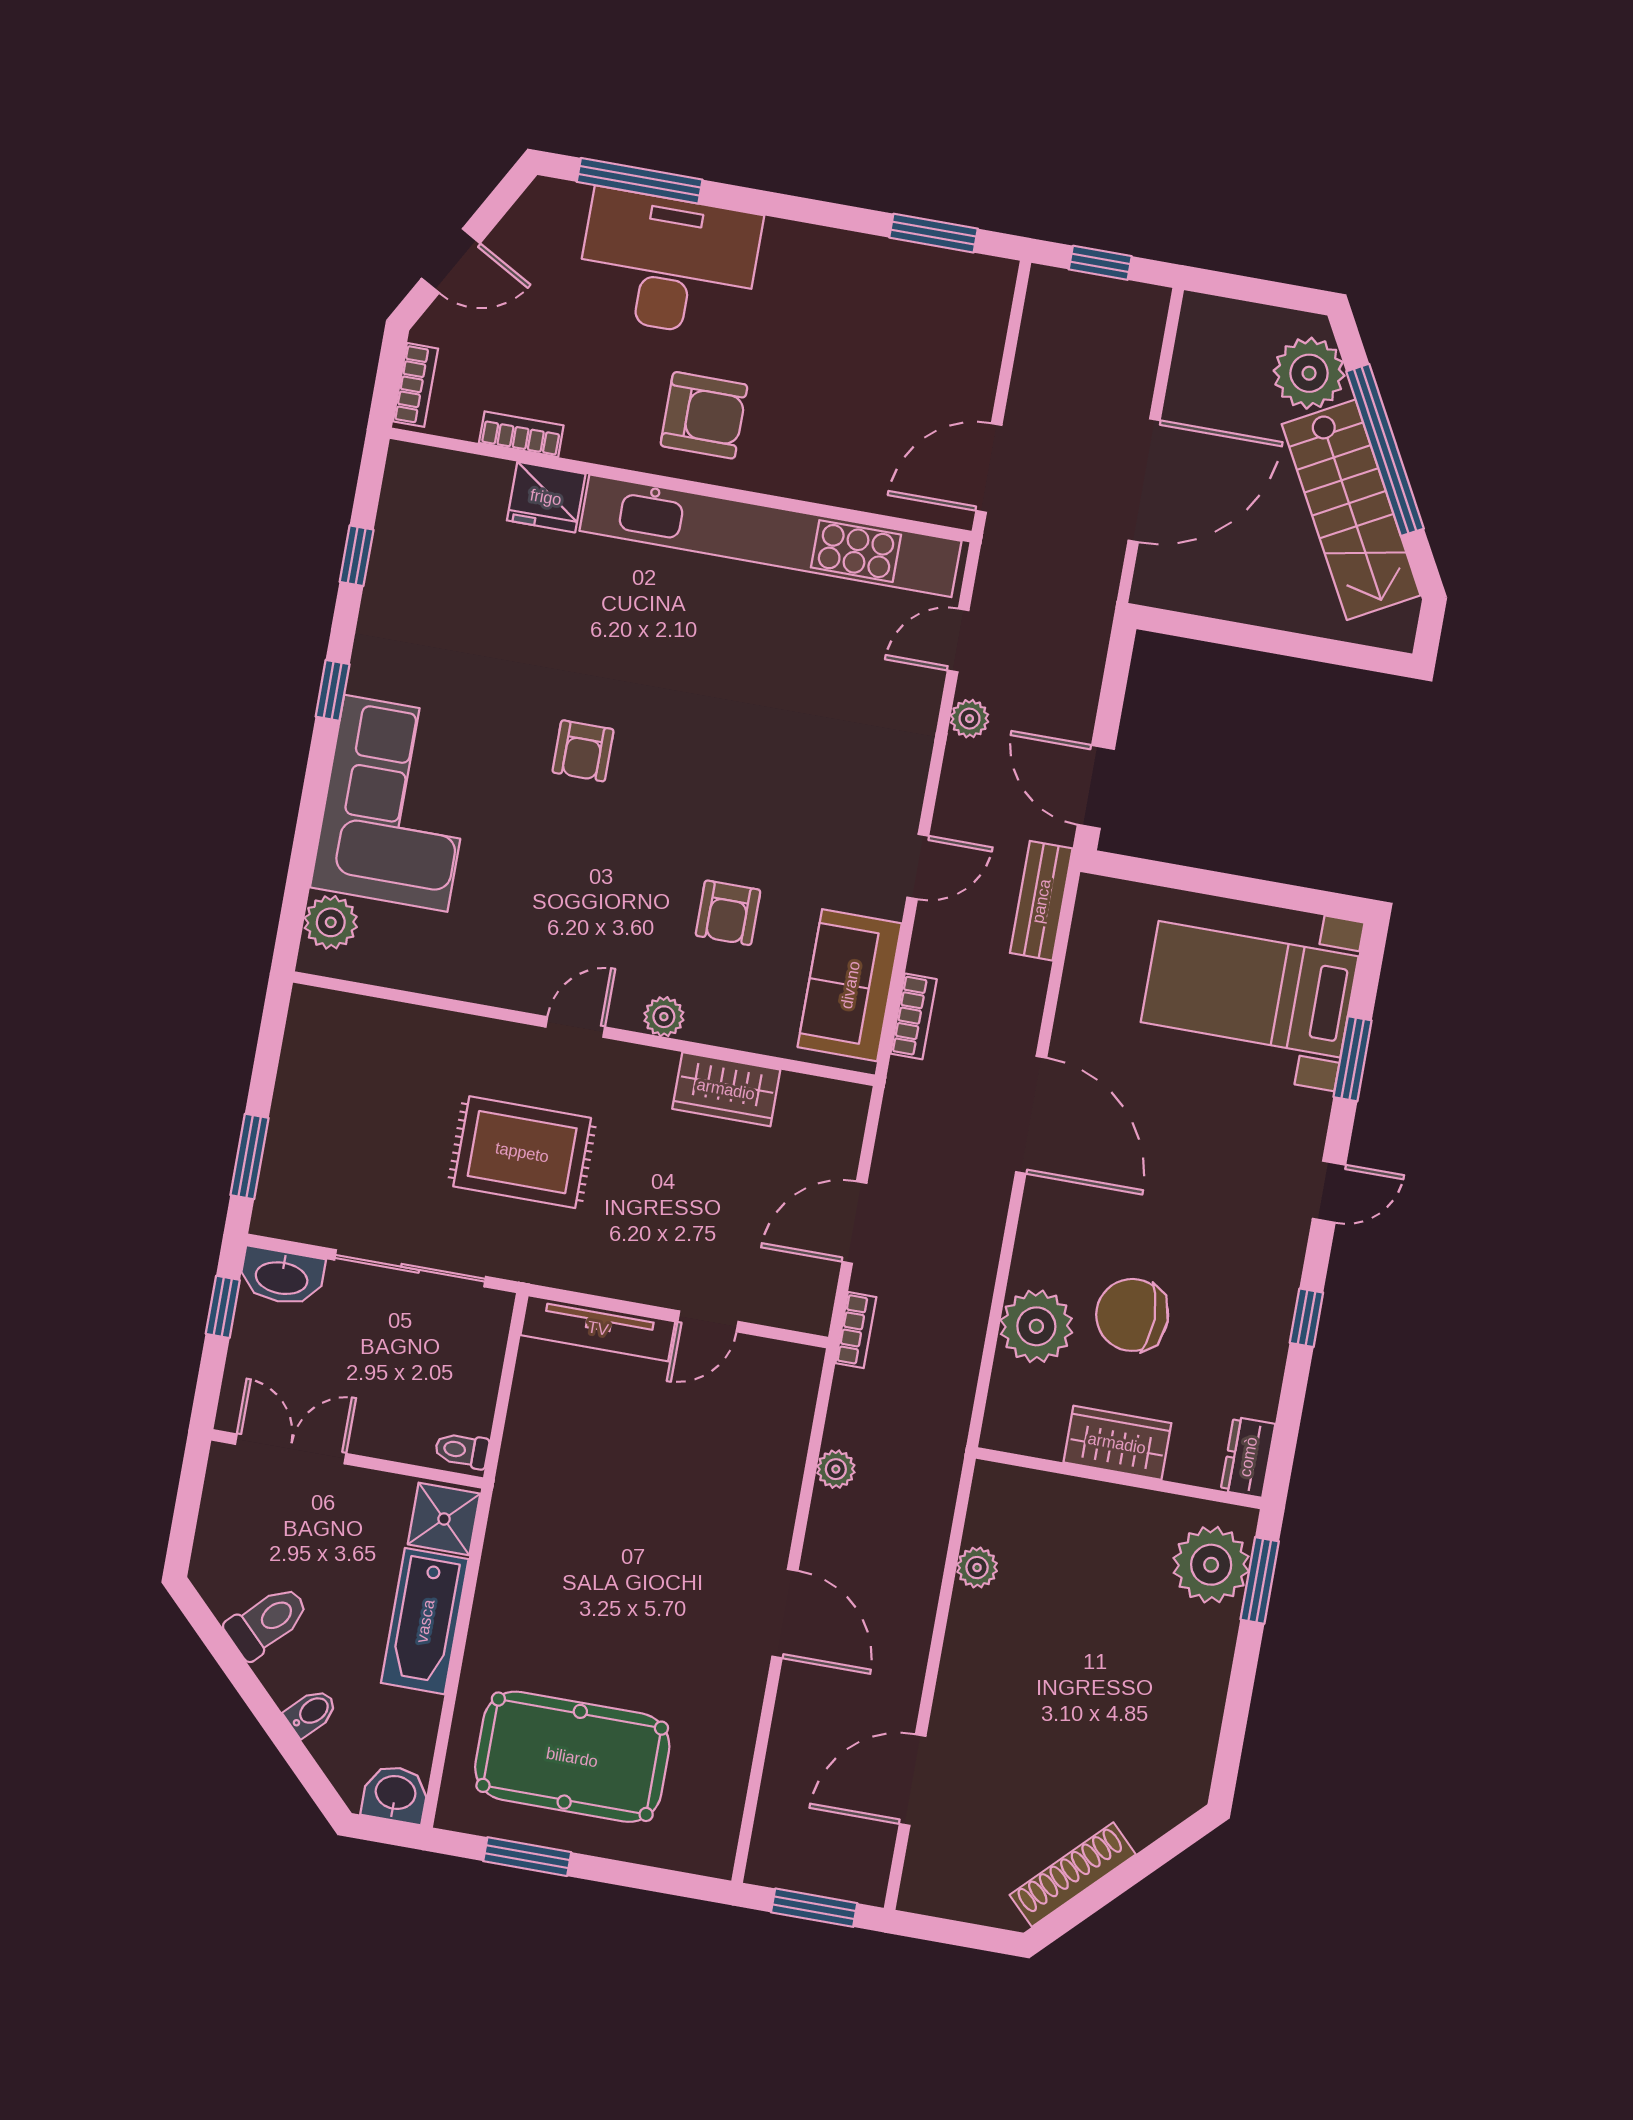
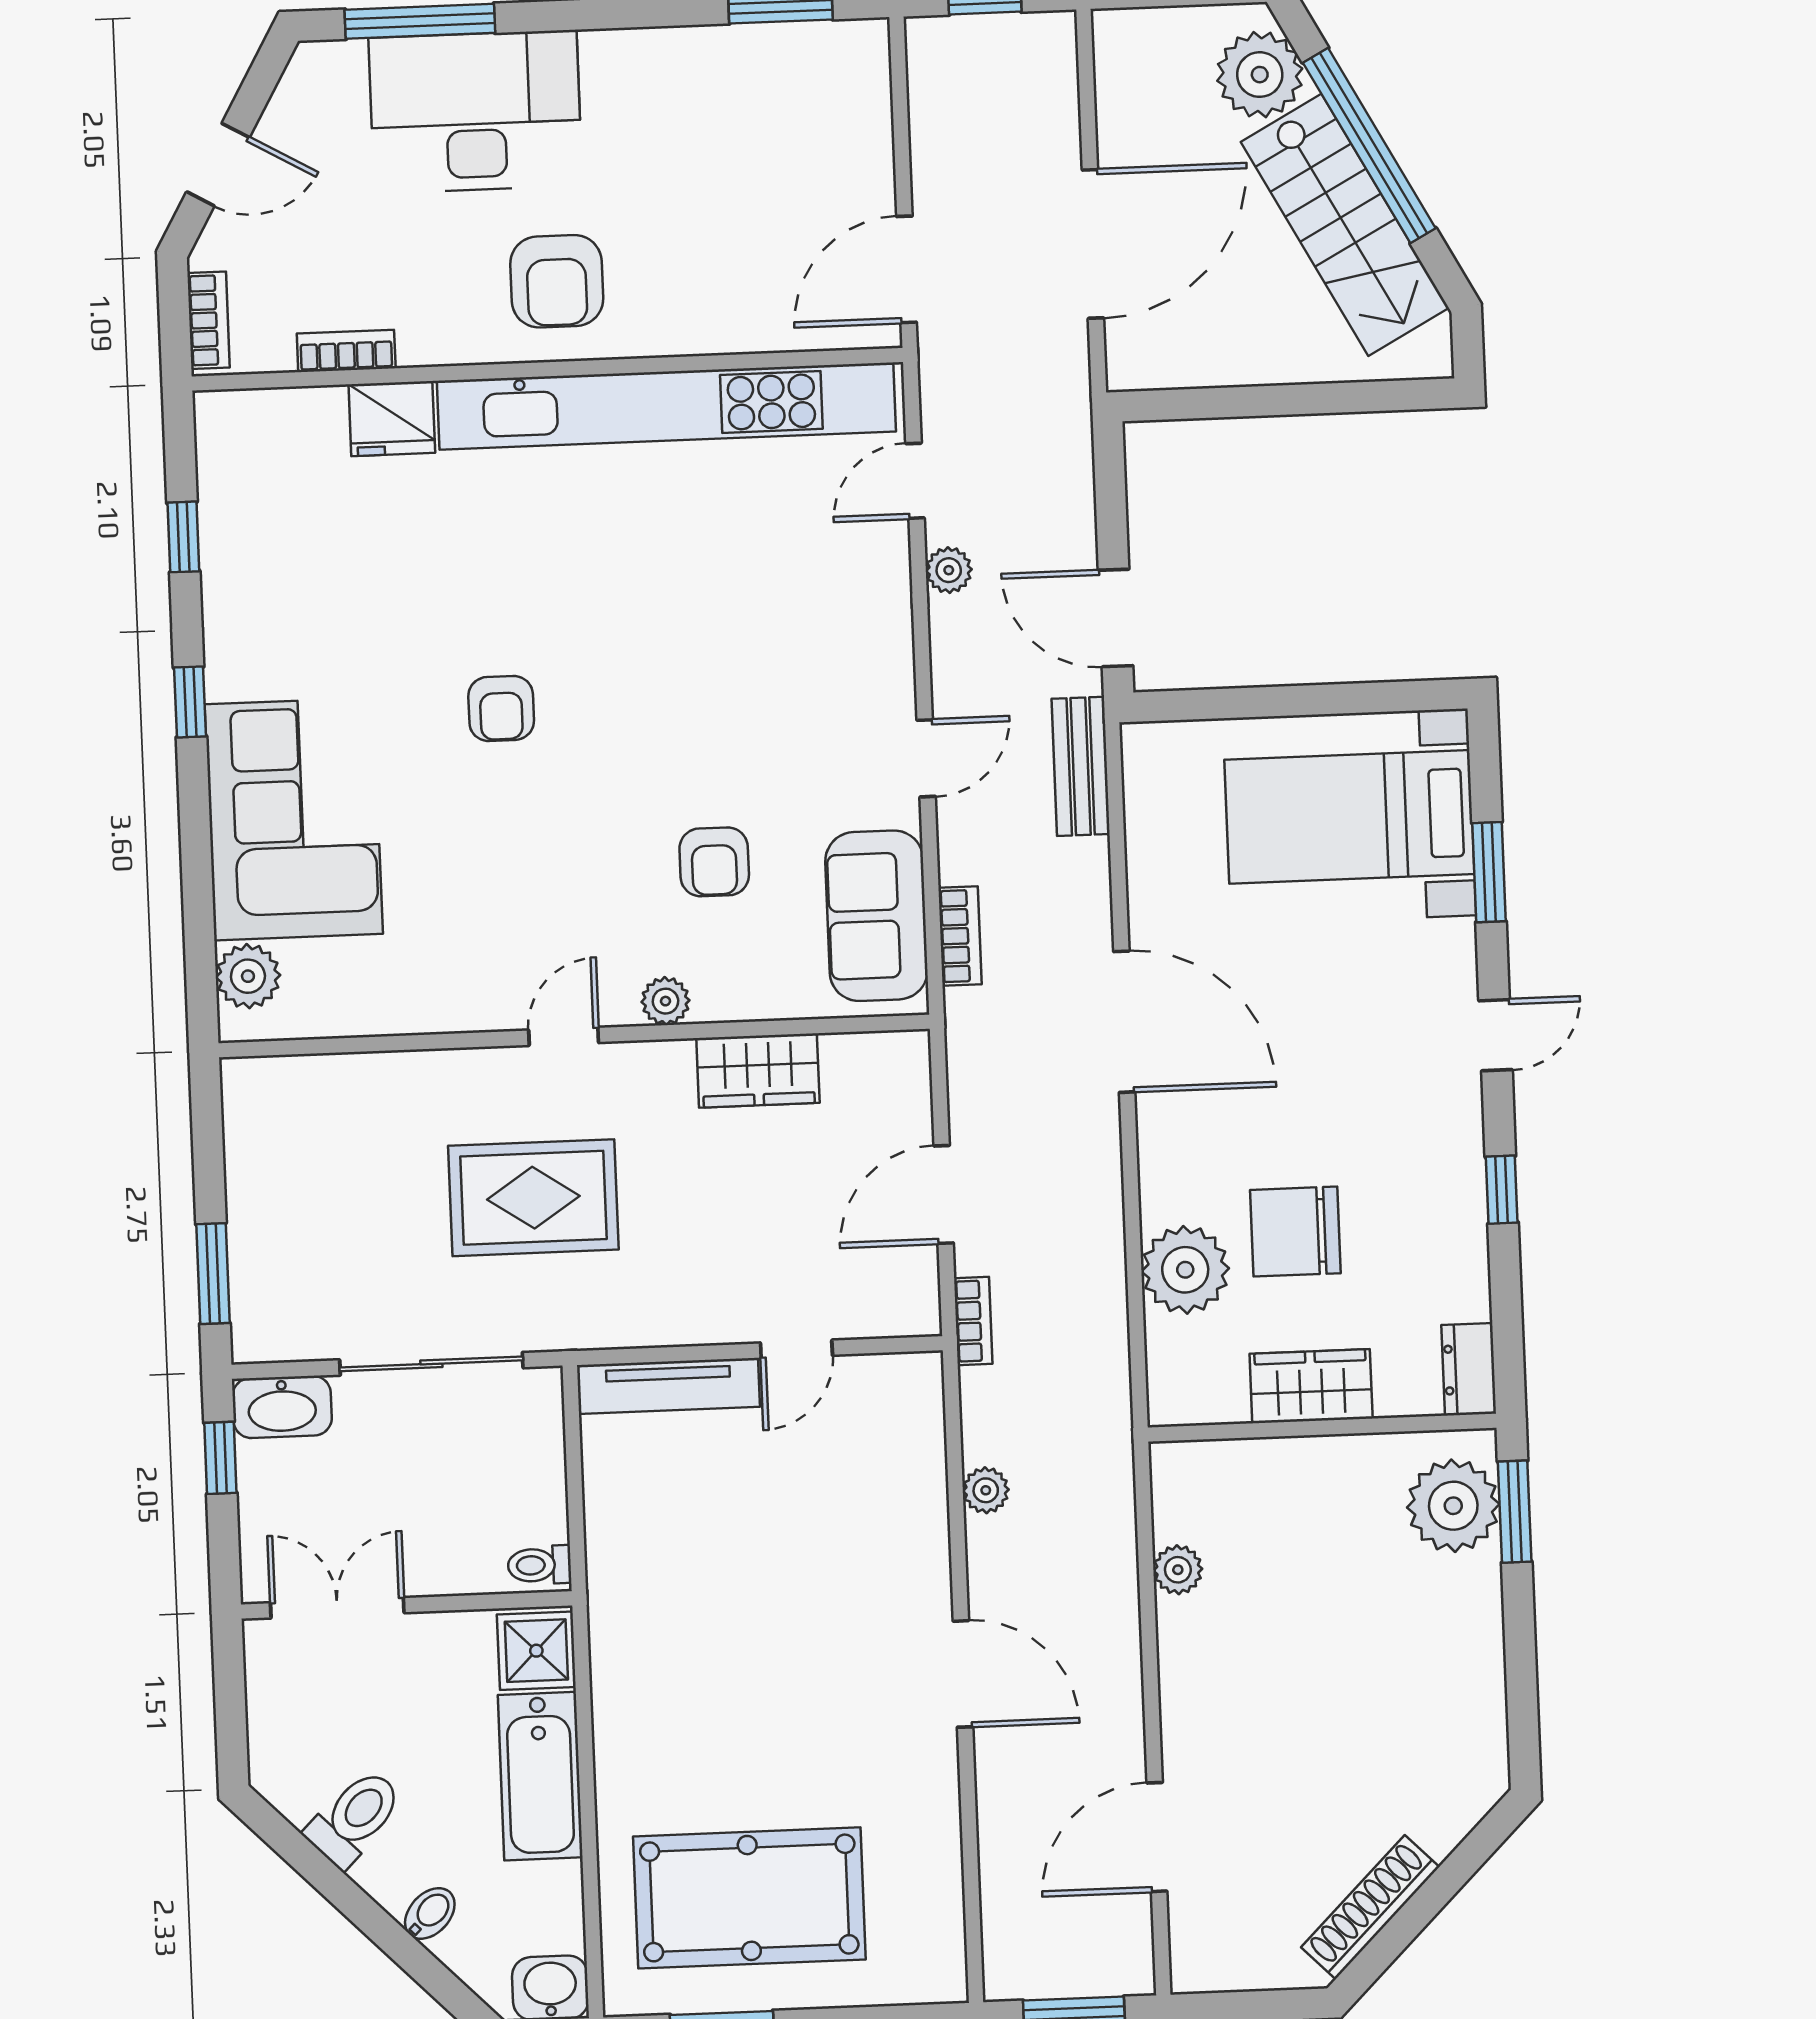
armchair: (704, 415) -> (557, 281), turned 90

